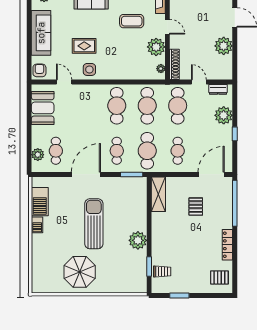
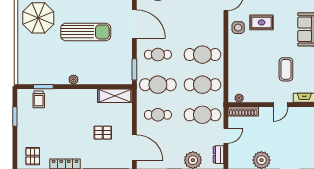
rug: (84, 46) -> (262, 22), turned 90
plant: (156, 47) -> (260, 94), removed
plant: (138, 240) -> (73, 80), width x0.53, depth x0.53

